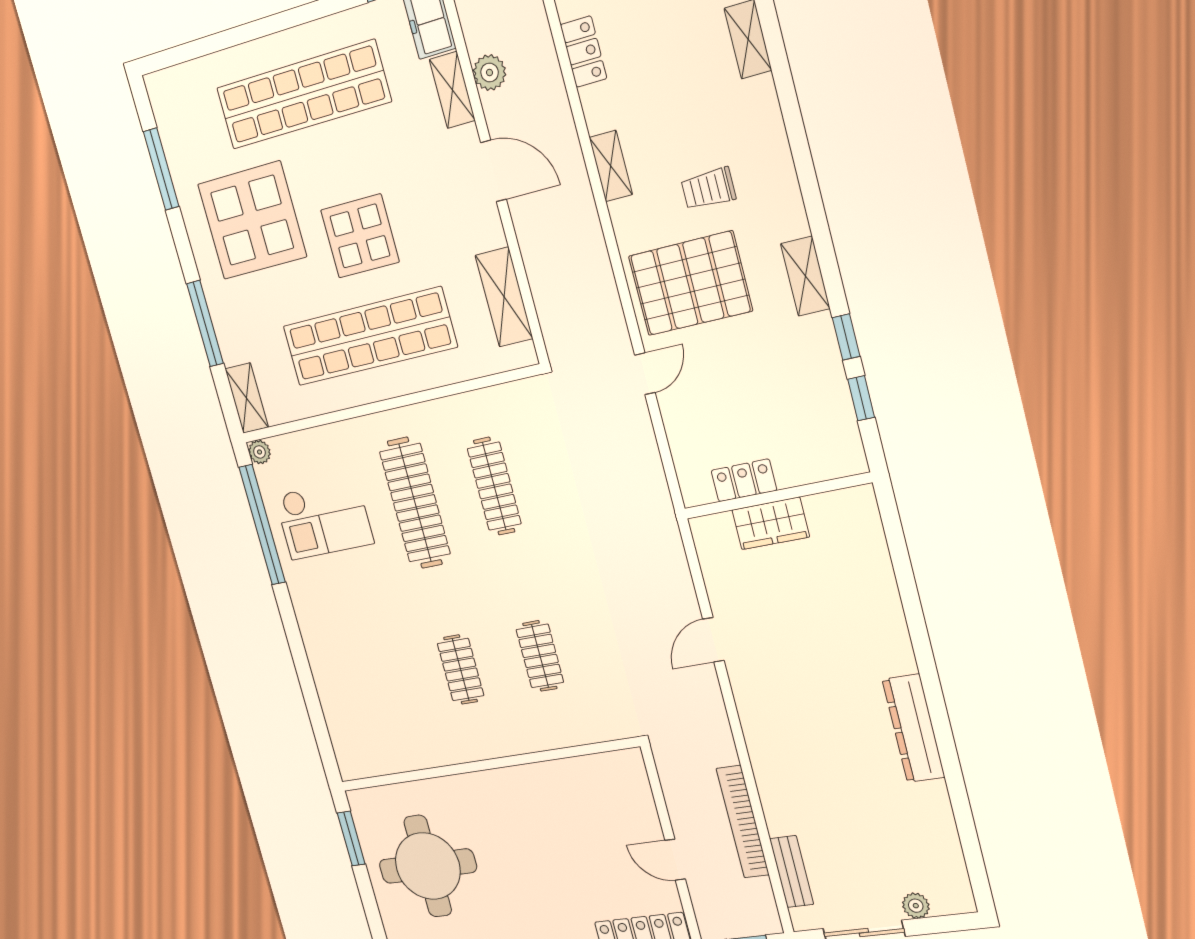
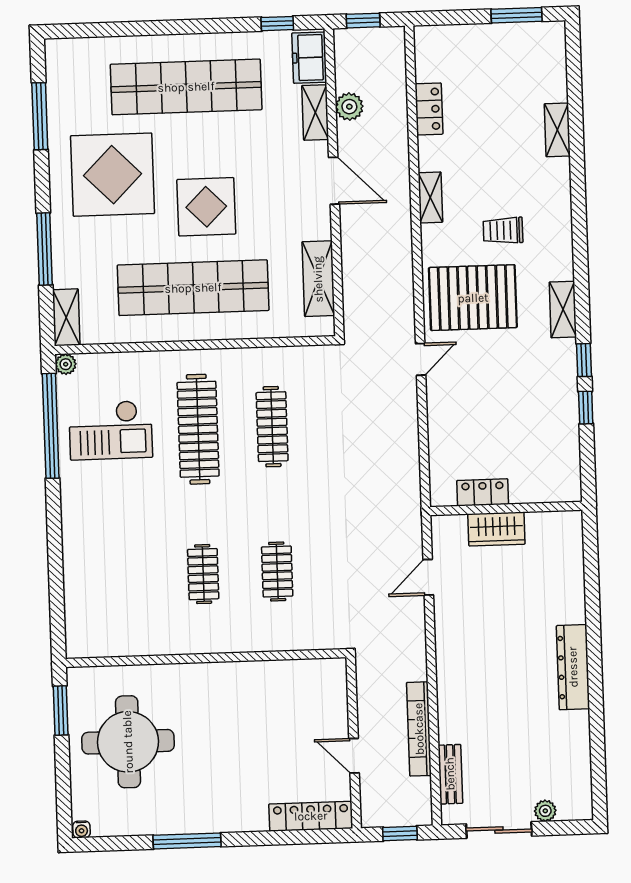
locker: (744, 480) -> (483, 492), moved
wall: (777, 496) -> (506, 508), moved
wardrobe: (771, 523) -> (496, 529), moved

